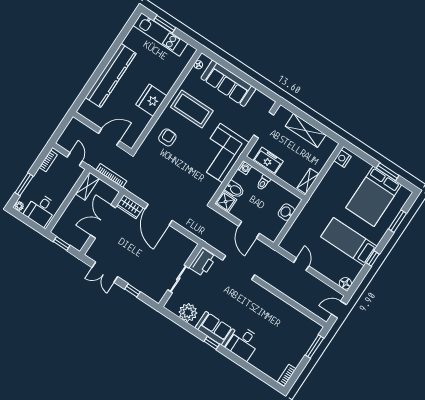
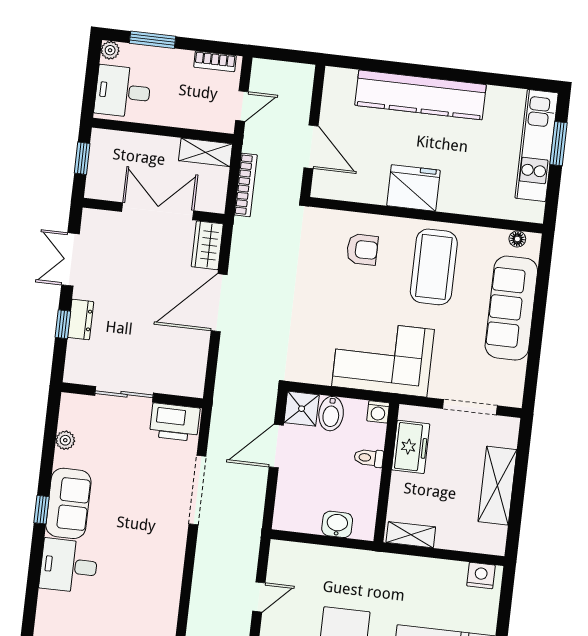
door: (249, 230) -> (276, 446), moved
dresser: (134, 281) -> (81, 320), added
plant: (188, 312) -> (65, 440), width x0.53, depth x0.53

